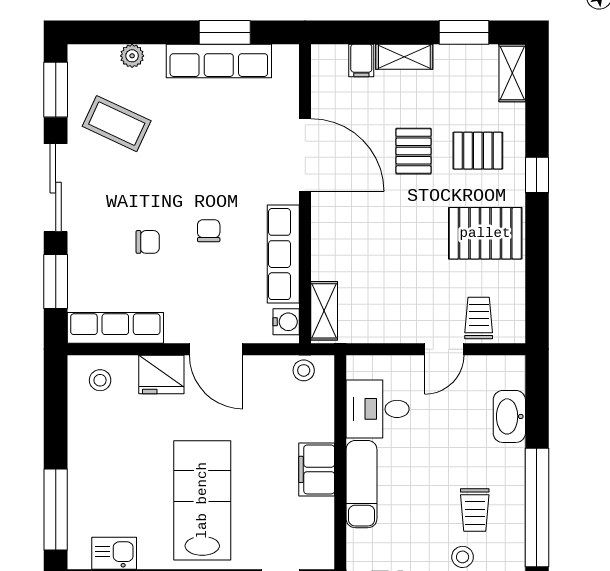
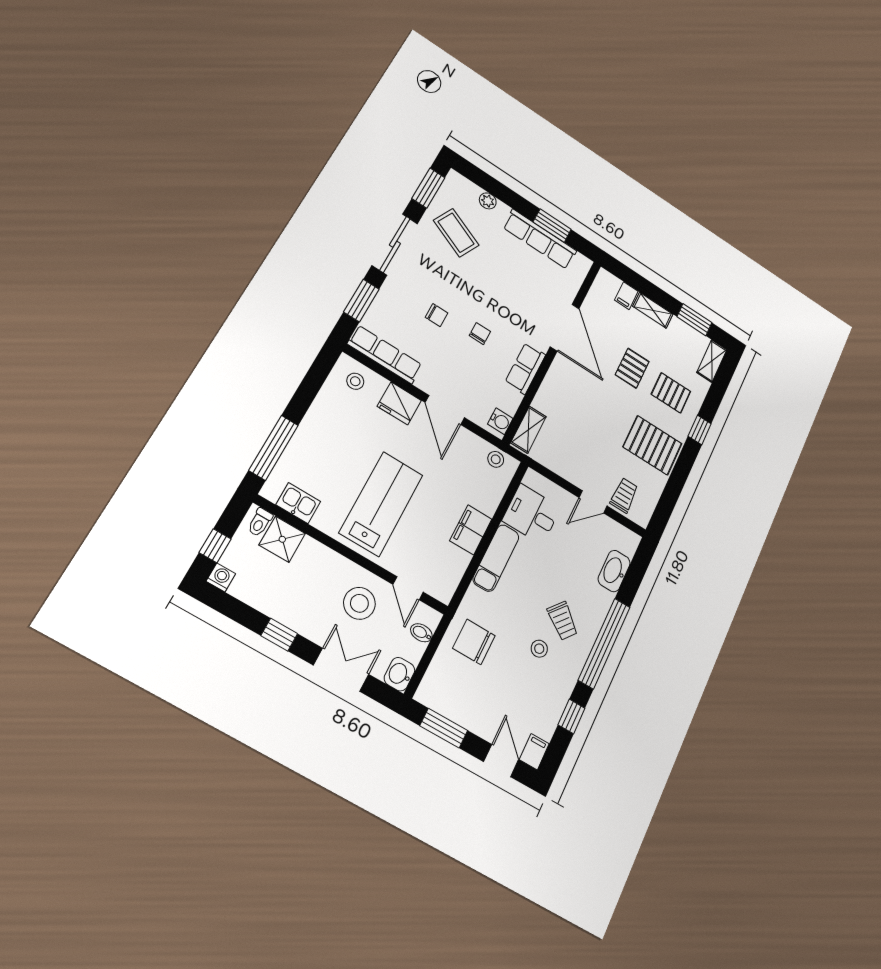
row of seats: (283, 254) -> (525, 368), width x0.68
trolley: (475, 510) -> (563, 621), turned -51

